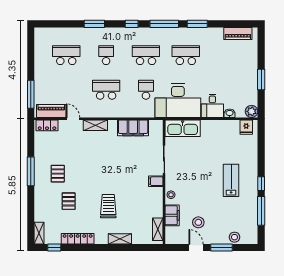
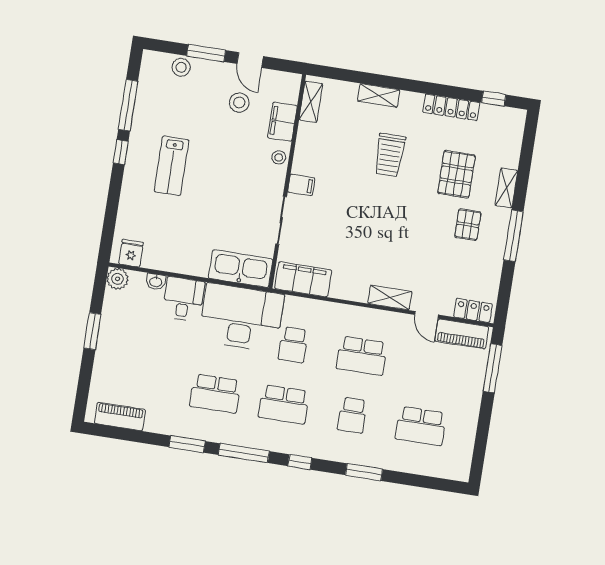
filing cabinet: (133, 128) -> (303, 279), moved
pallet: (69, 201) -> (456, 174), width x1.50, depth x1.42
shelving: (39, 233) -> (506, 188), moved

